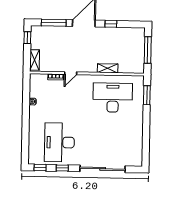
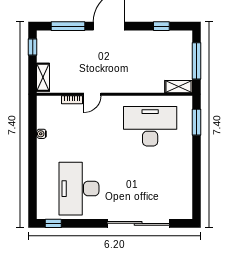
window: (111, 24) -> (161, 26), moved
shelving: (108, 68) -> (179, 87), moved
window: (62, 168) -> (83, 223), removed

